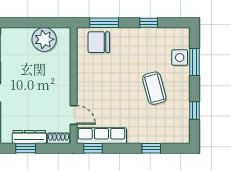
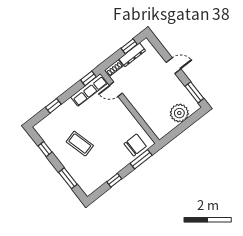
plant: (44, 39) -> (179, 113), moved
side table: (180, 58) -> (79, 174), removed

